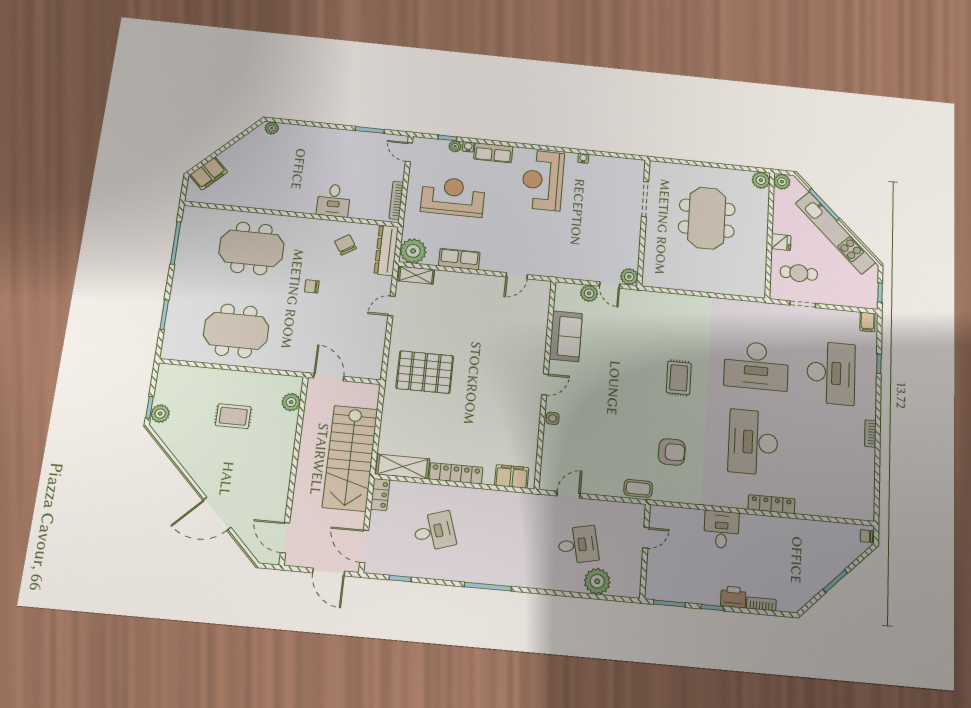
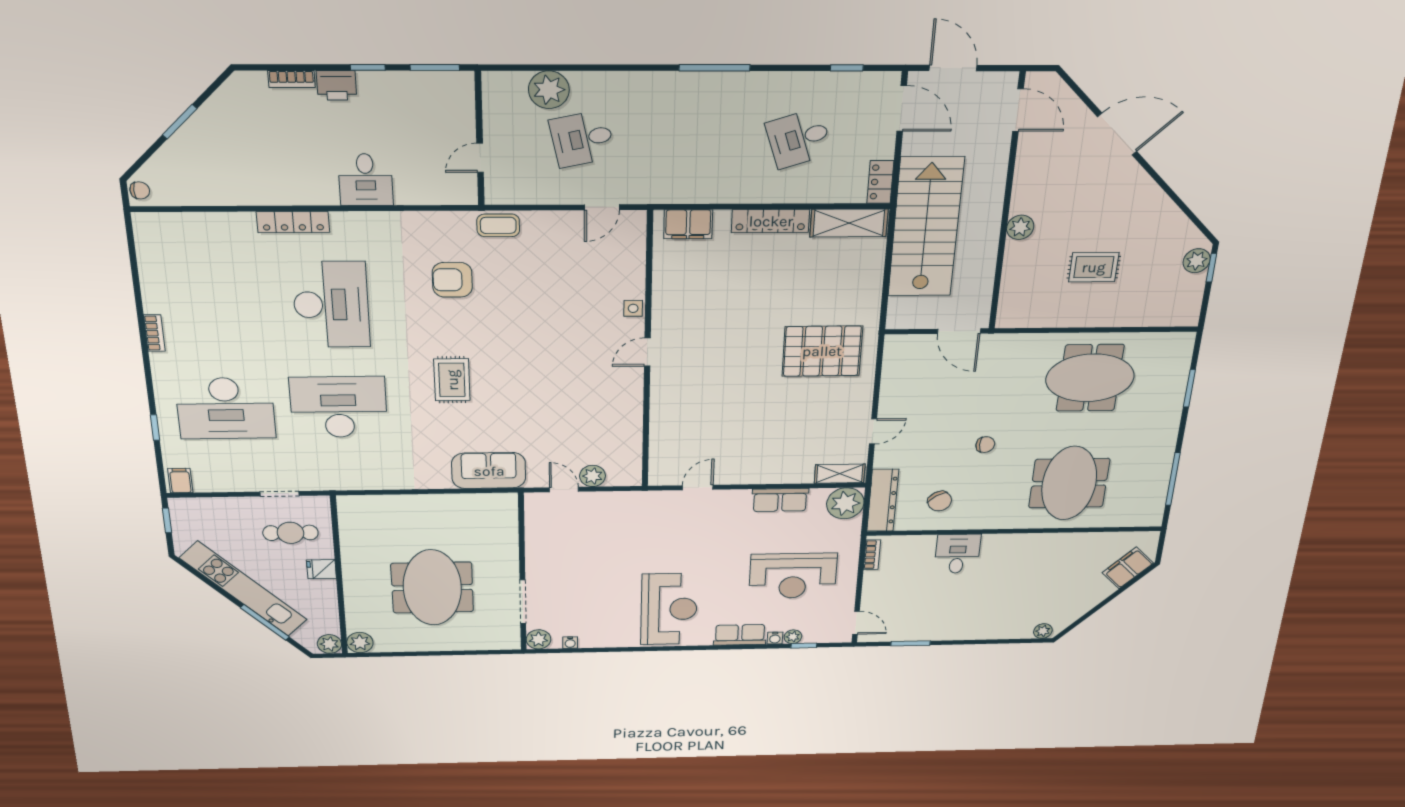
water cooler: (583, 158) -> (570, 643), moved
bookcase: (396, 200) -> (872, 555), width x0.64
meeting table: (252, 248) -> (1069, 483), turned 90
plant: (629, 277) -> (538, 639), moved
sofa: (566, 336) -> (489, 471), moved, turned 90
desk: (831, 373) -> (226, 408), turned -90
plant: (291, 402) -> (1020, 227), moved

